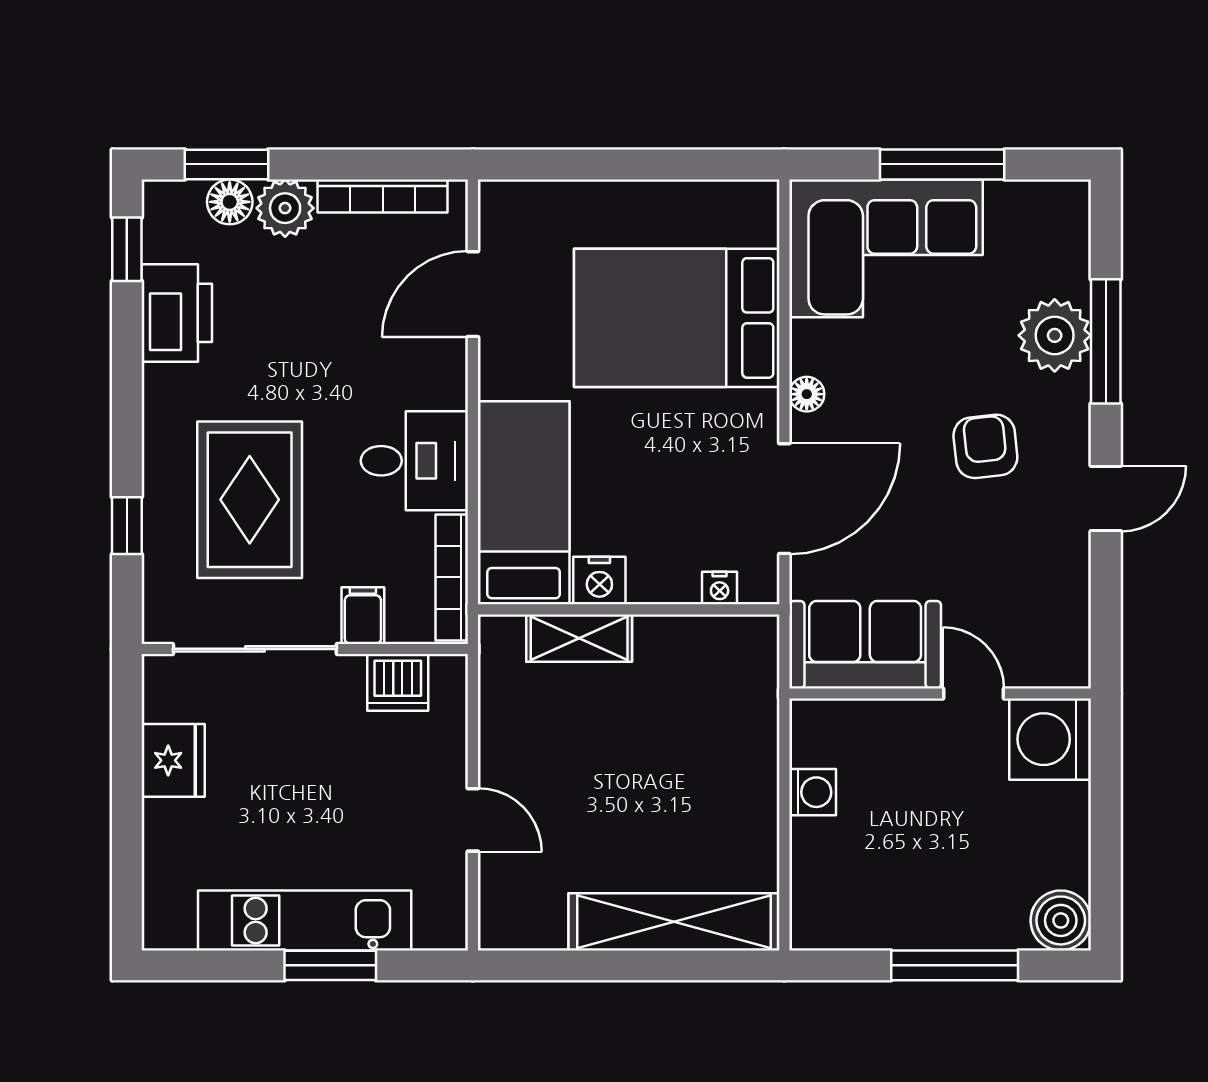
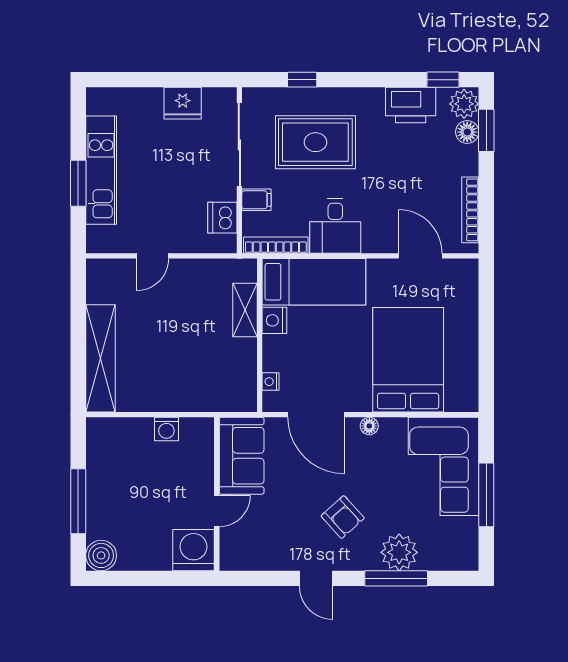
plant: (285, 208) -> (464, 104), moved
armchair: (985, 446) -> (343, 517), turned 54

